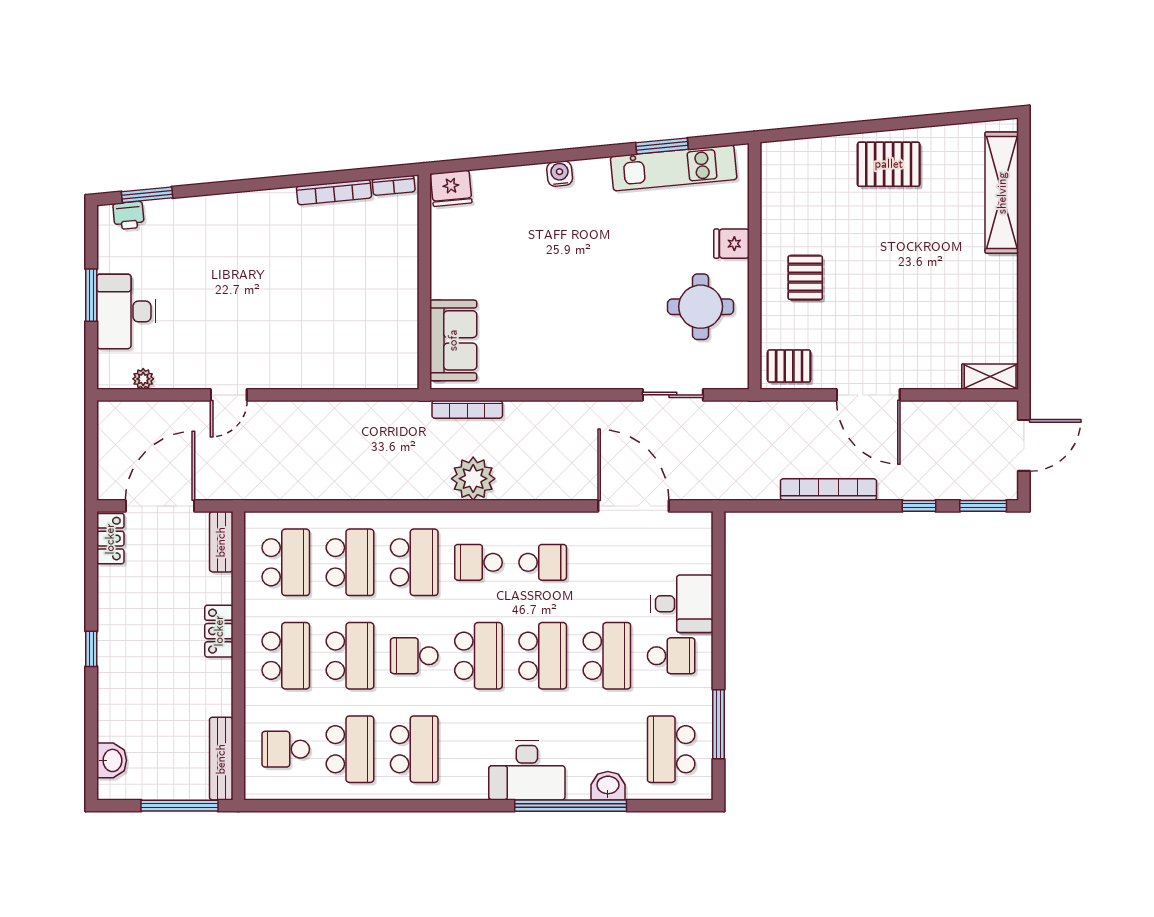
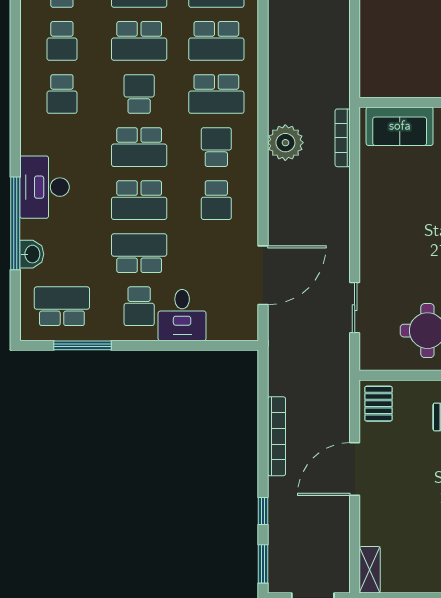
school desk: (607, 656) -> (139, 253), turned 180
school desk: (350, 749) -> (62, 41), width x0.54
school desk: (414, 749) -> (62, 94), width x0.54

